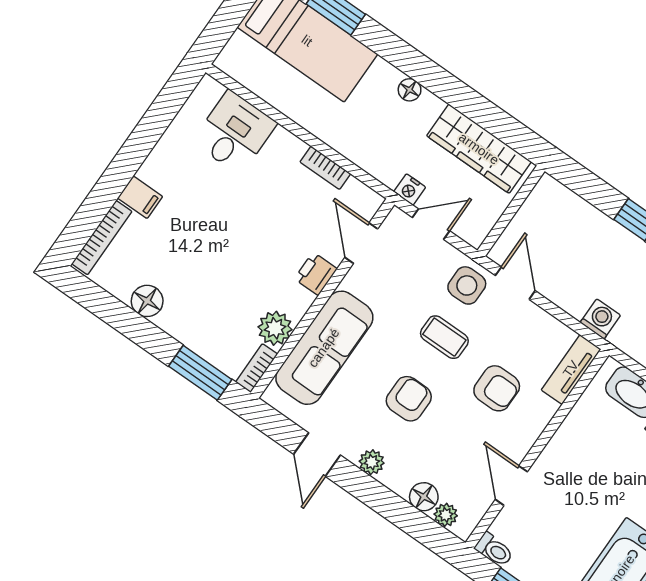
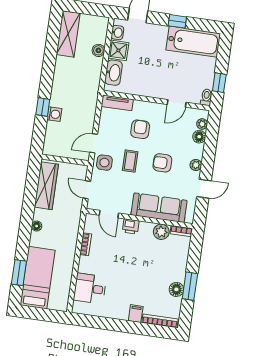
nightstand: (410, 190) -> (77, 206), removed
door: (361, 243) -> (109, 214), hinge flipped
washing machine: (600, 319) -> (54, 114), moved, turned 180
window: (200, 373) -> (190, 286), moved

